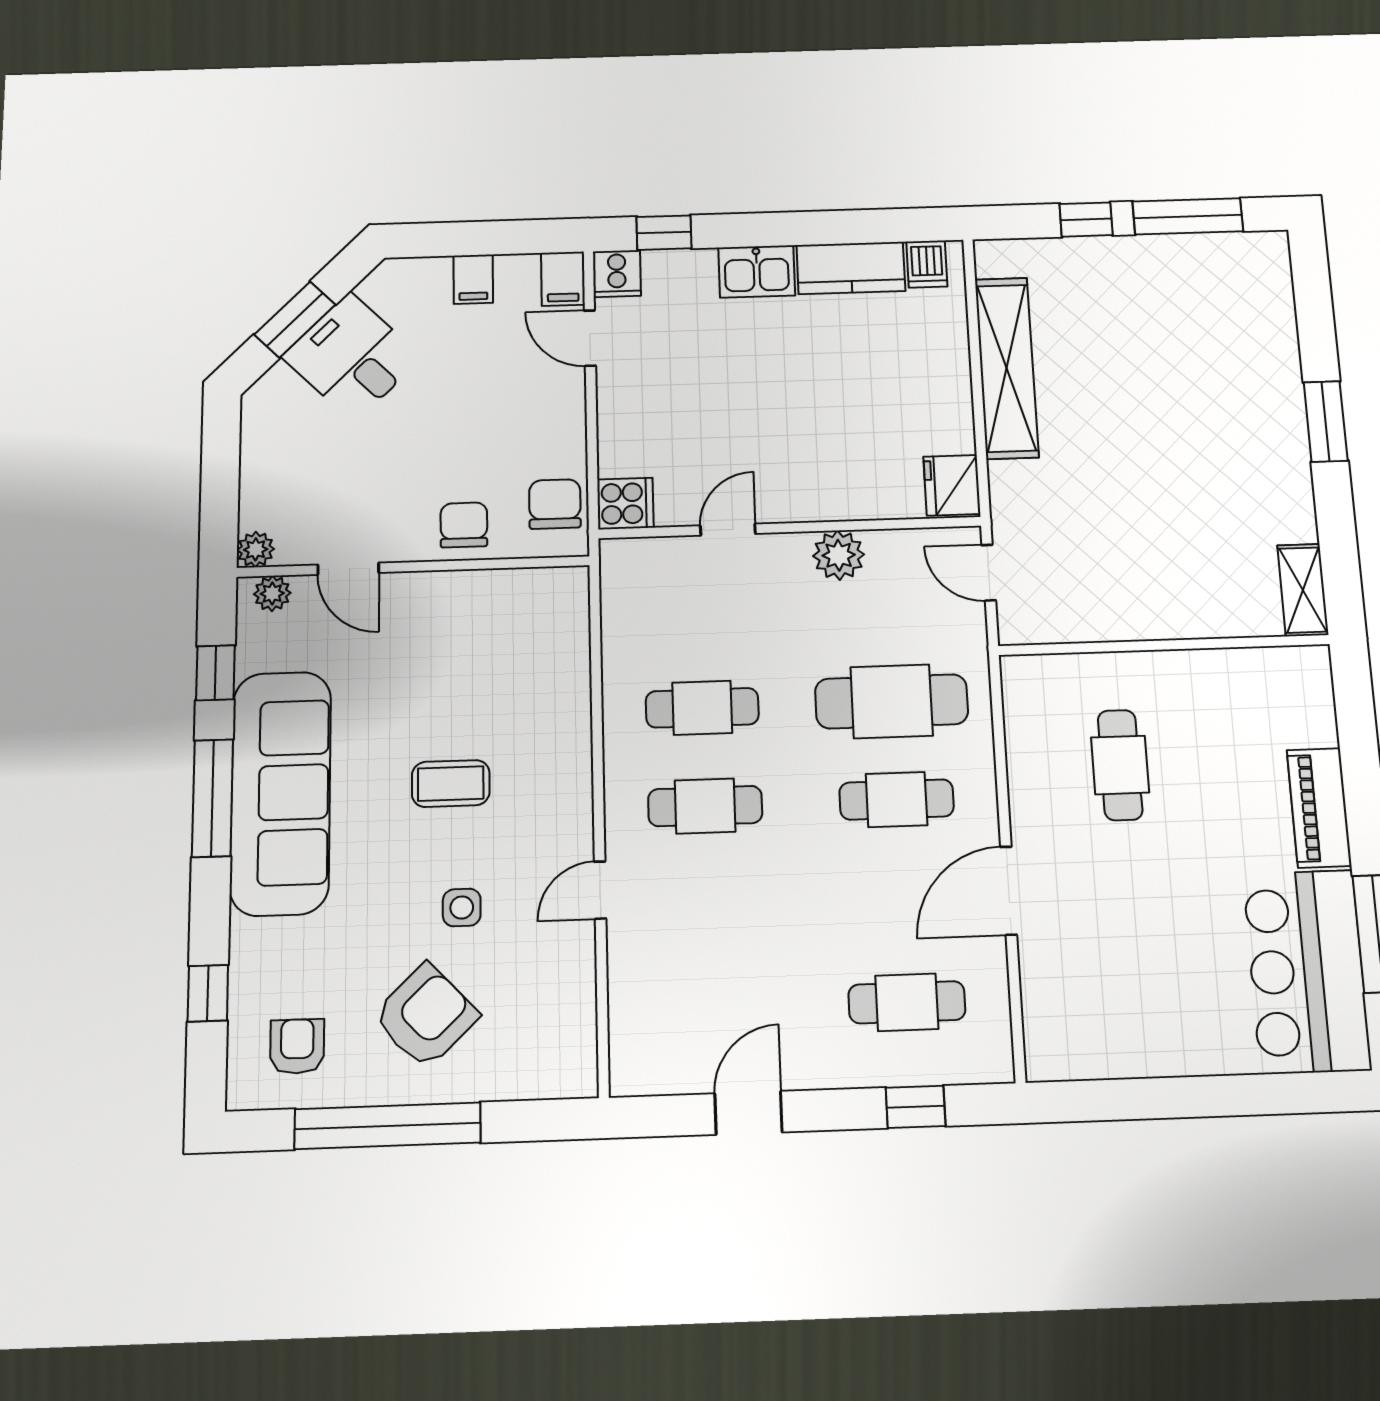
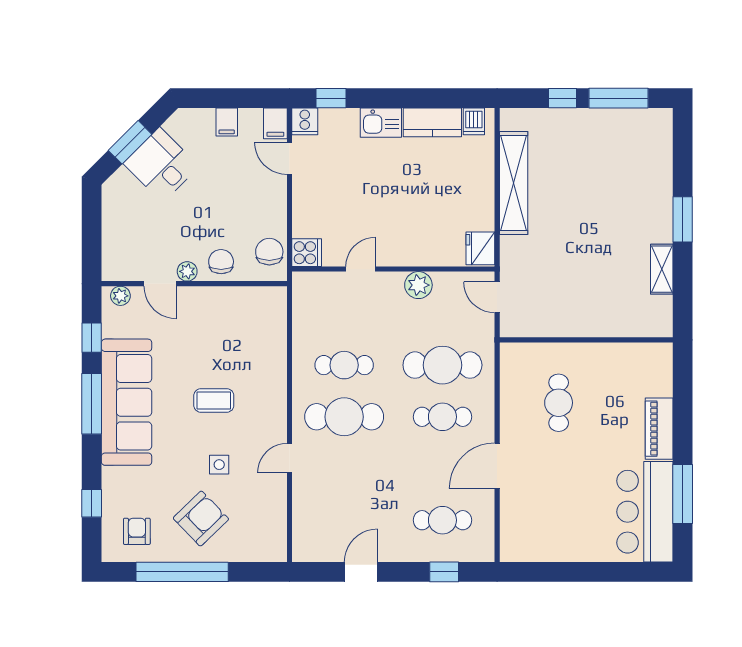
plant: (256, 549) -> (187, 271), moved
shelving: (1303, 590) -> (662, 269), moved
cafe table: (705, 806) -> (344, 417), width x1.37, depth x1.35

